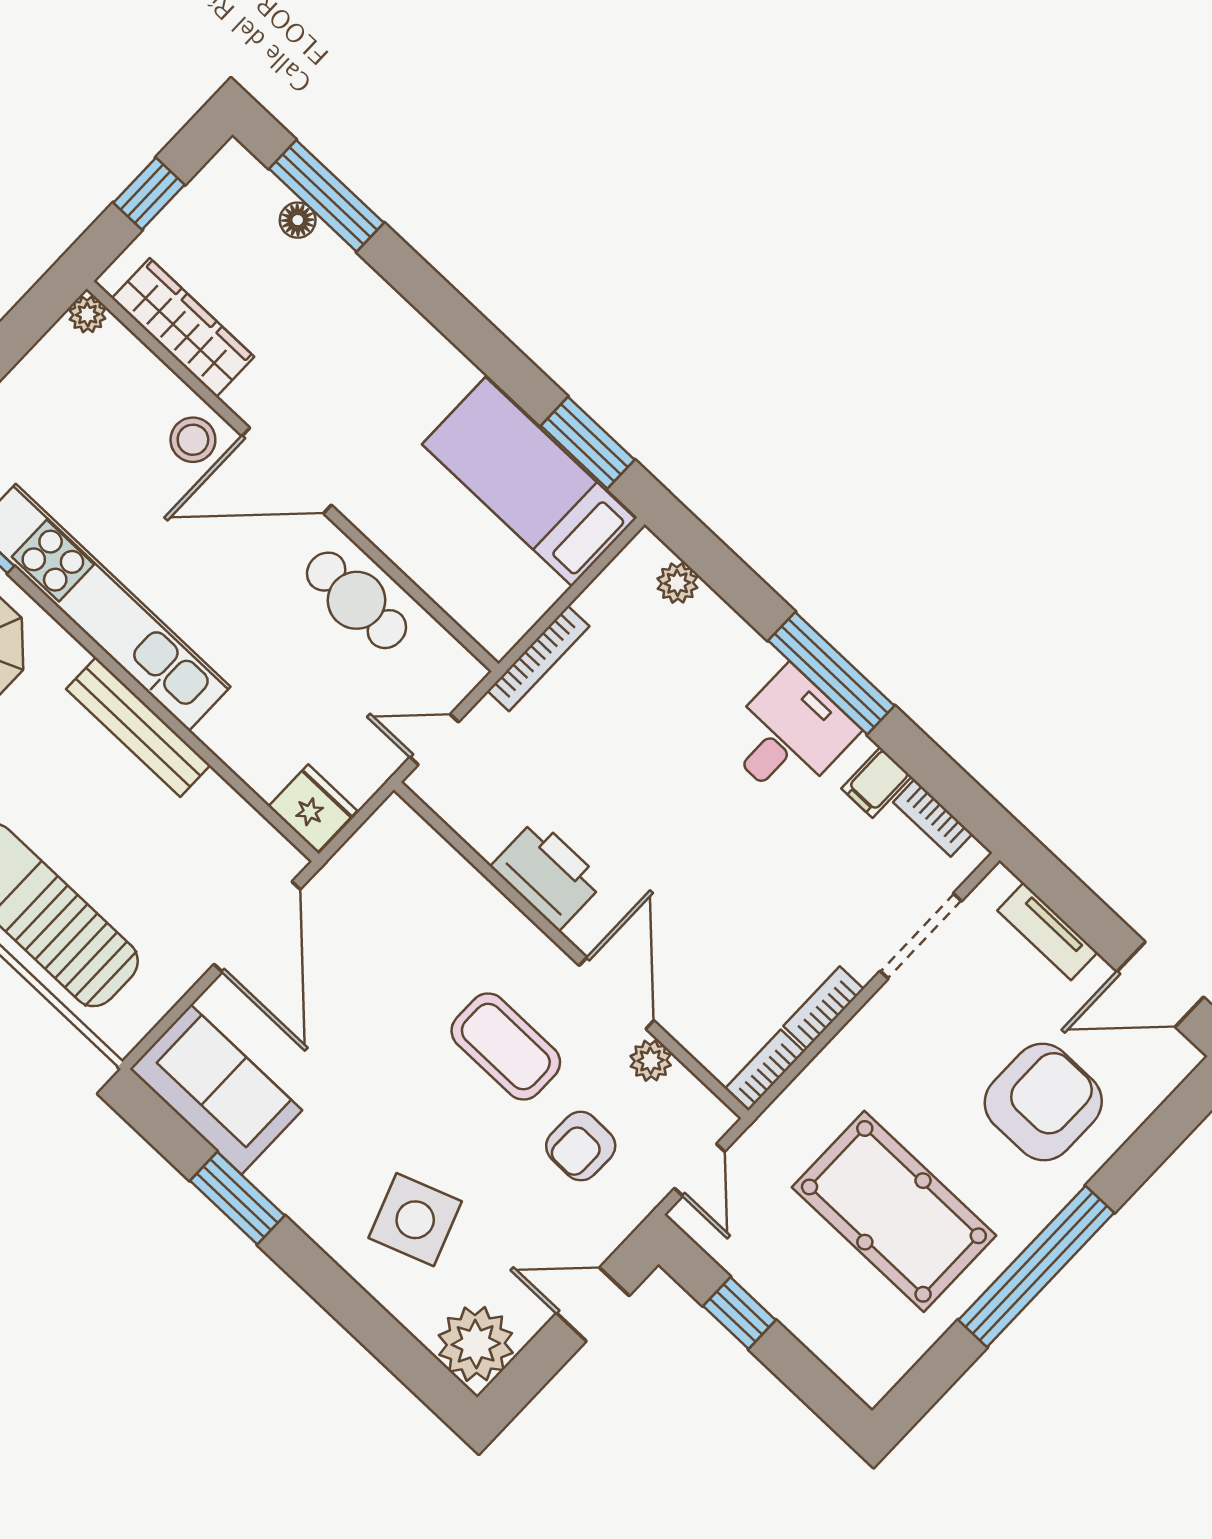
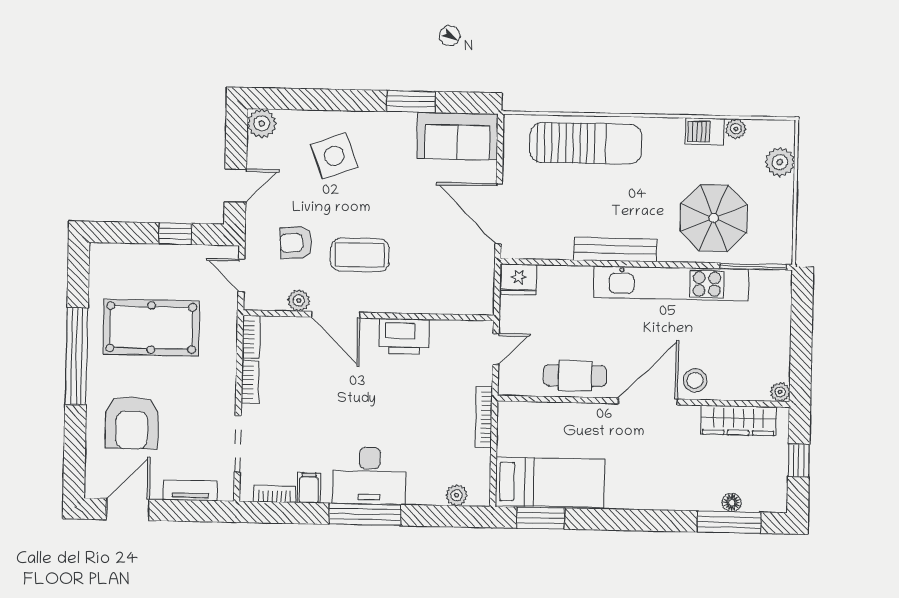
desk: (789, 735) -> (370, 476), width x1.37
armchair: (581, 1146) -> (296, 243), turned -95
plant: (476, 1344) -> (262, 123), width x0.73, depth x0.73

